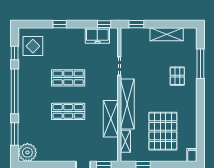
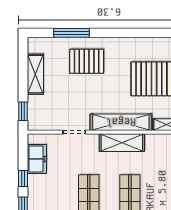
window: (104, 24) -> (23, 178), moved
pallet: (177, 76) -> (87, 61), width x1.50, depth x1.42
shelving: (111, 119) -> (122, 143), moved

